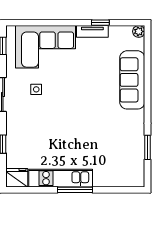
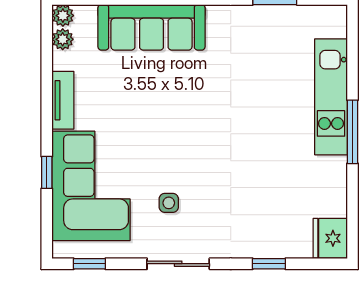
window: (100, 23) -> (47, 172), moved
plant: (126, 31) -> (63, 39), added
kitchen unit: (61, 178) -> (331, 97), moved

